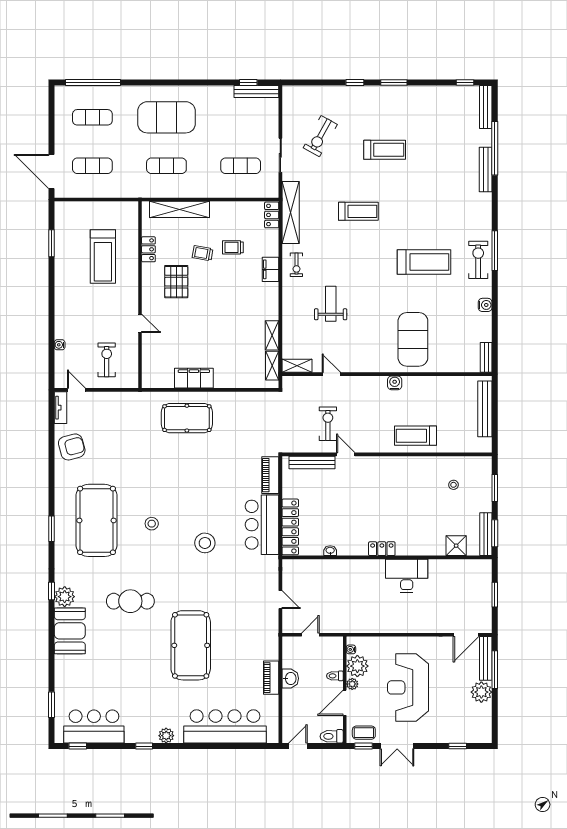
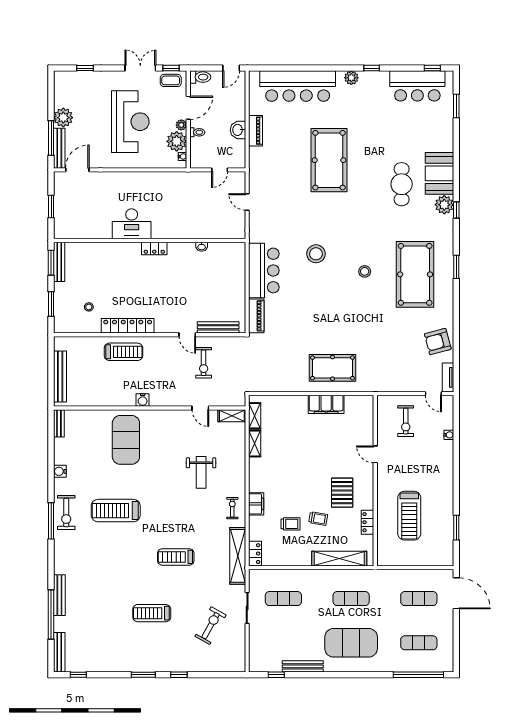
bench: (256, 92) -> (303, 666), moved
treadmill: (103, 256) -> (409, 516), turned 180
locker: (290, 527) -> (128, 326), moved, turned 90
shower: (456, 546) -> (86, 251), removed
cafe table: (130, 601) -> (402, 184), moved, turned 90

